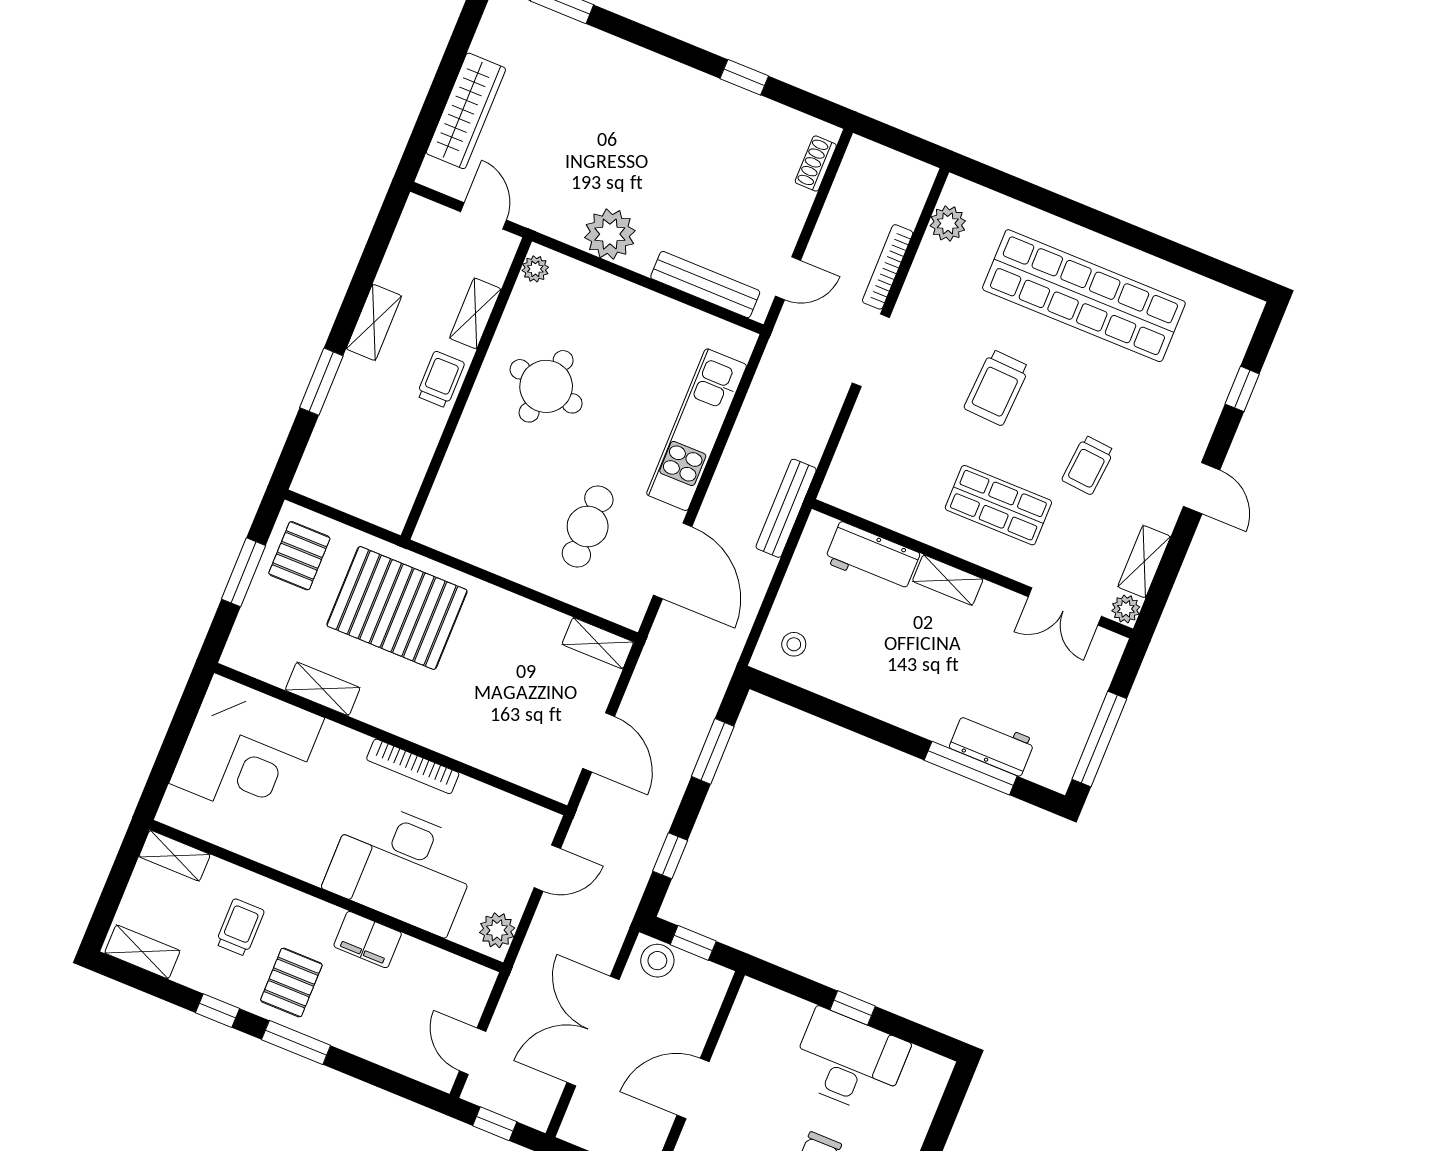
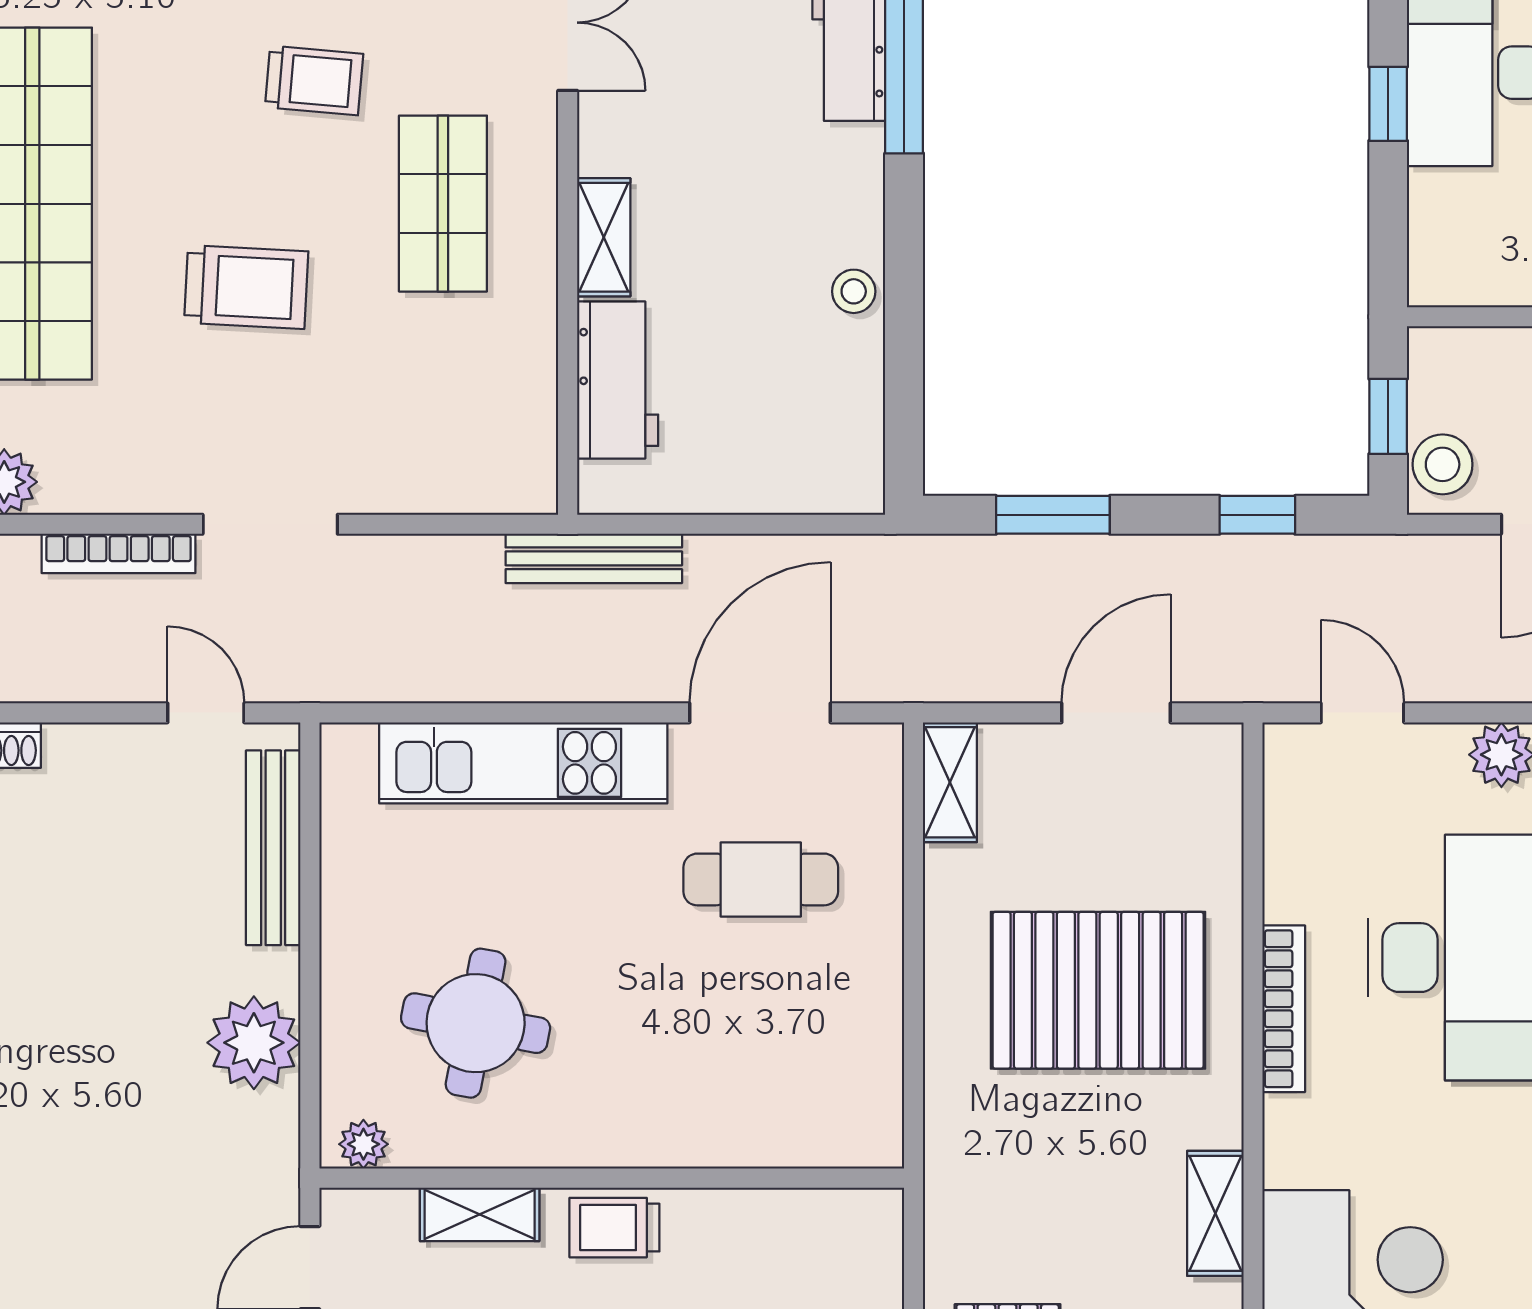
round table: (546, 386) -> (476, 1023), moved
pallet: (397, 608) -> (1098, 990), moved, turned 90
stool: (794, 644) -> (854, 291), moved

